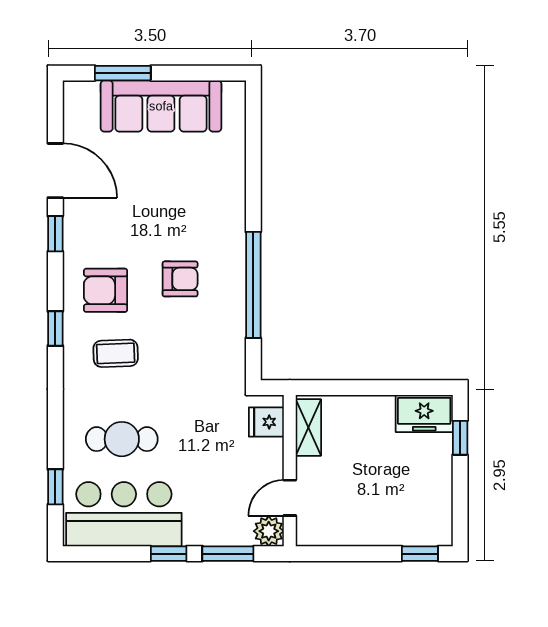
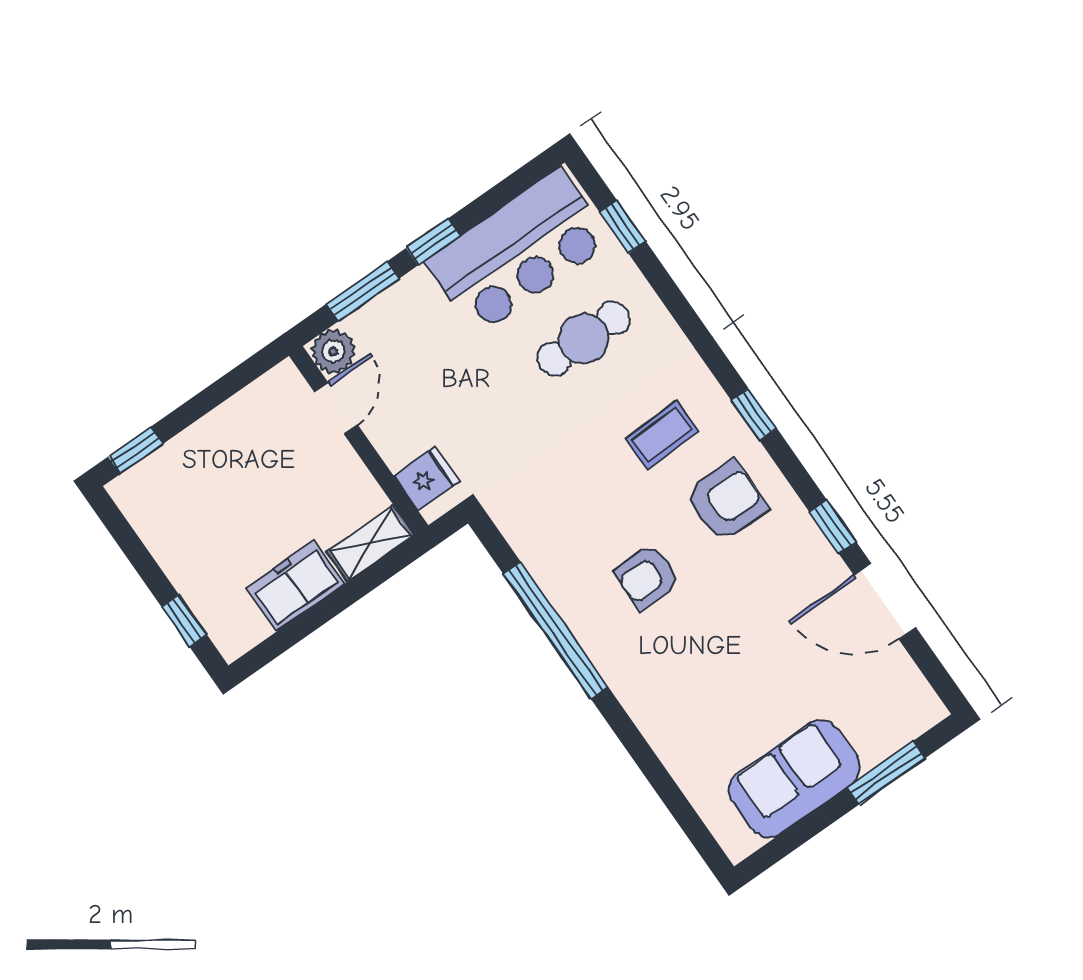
sofa: (161, 106) -> (794, 779), width x0.73
freezer: (424, 413) -> (295, 586), moved
shelving: (308, 428) -> (370, 543), moved, turned 90

